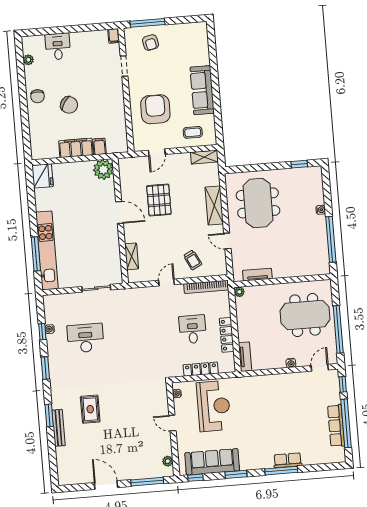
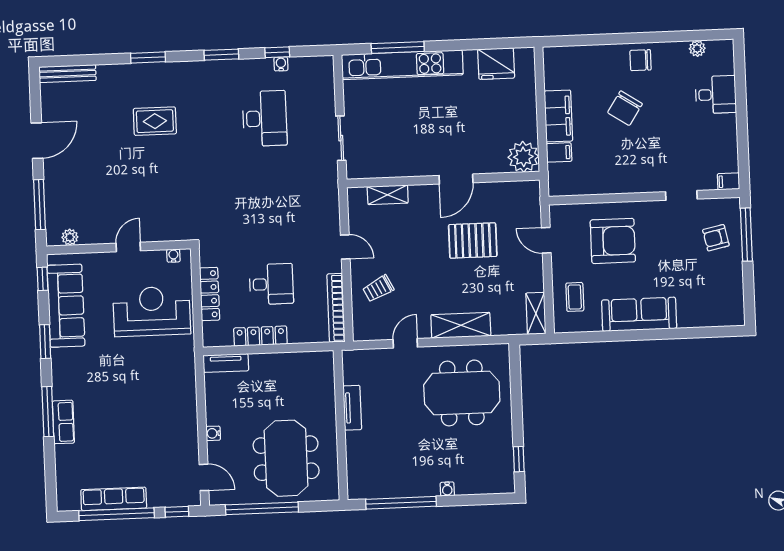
fridge: (43, 176) -> (496, 64), moved
tv unit: (257, 275) -> (352, 408), moved
plant: (239, 292) -> (326, 358), removed
reception desk: (214, 406) -> (152, 311), turned 180
bench: (59, 428) -> (68, 74), moved

